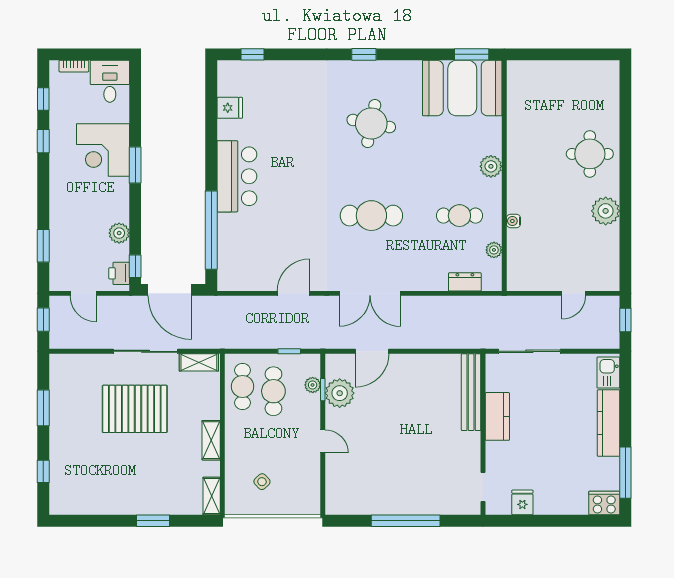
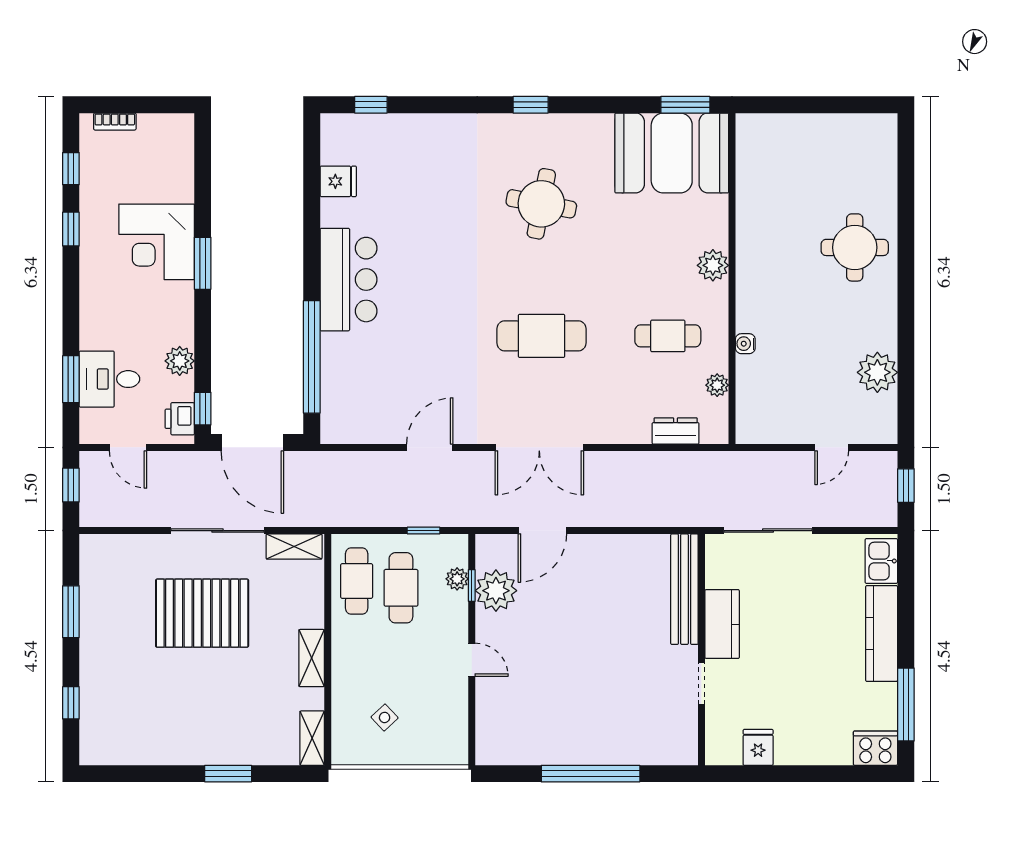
desk: (110, 81) -> (109, 379), moved, turned -90
plant: (606, 211) -> (877, 372), moved
doorway: (483, 487) -> (702, 684), moved

